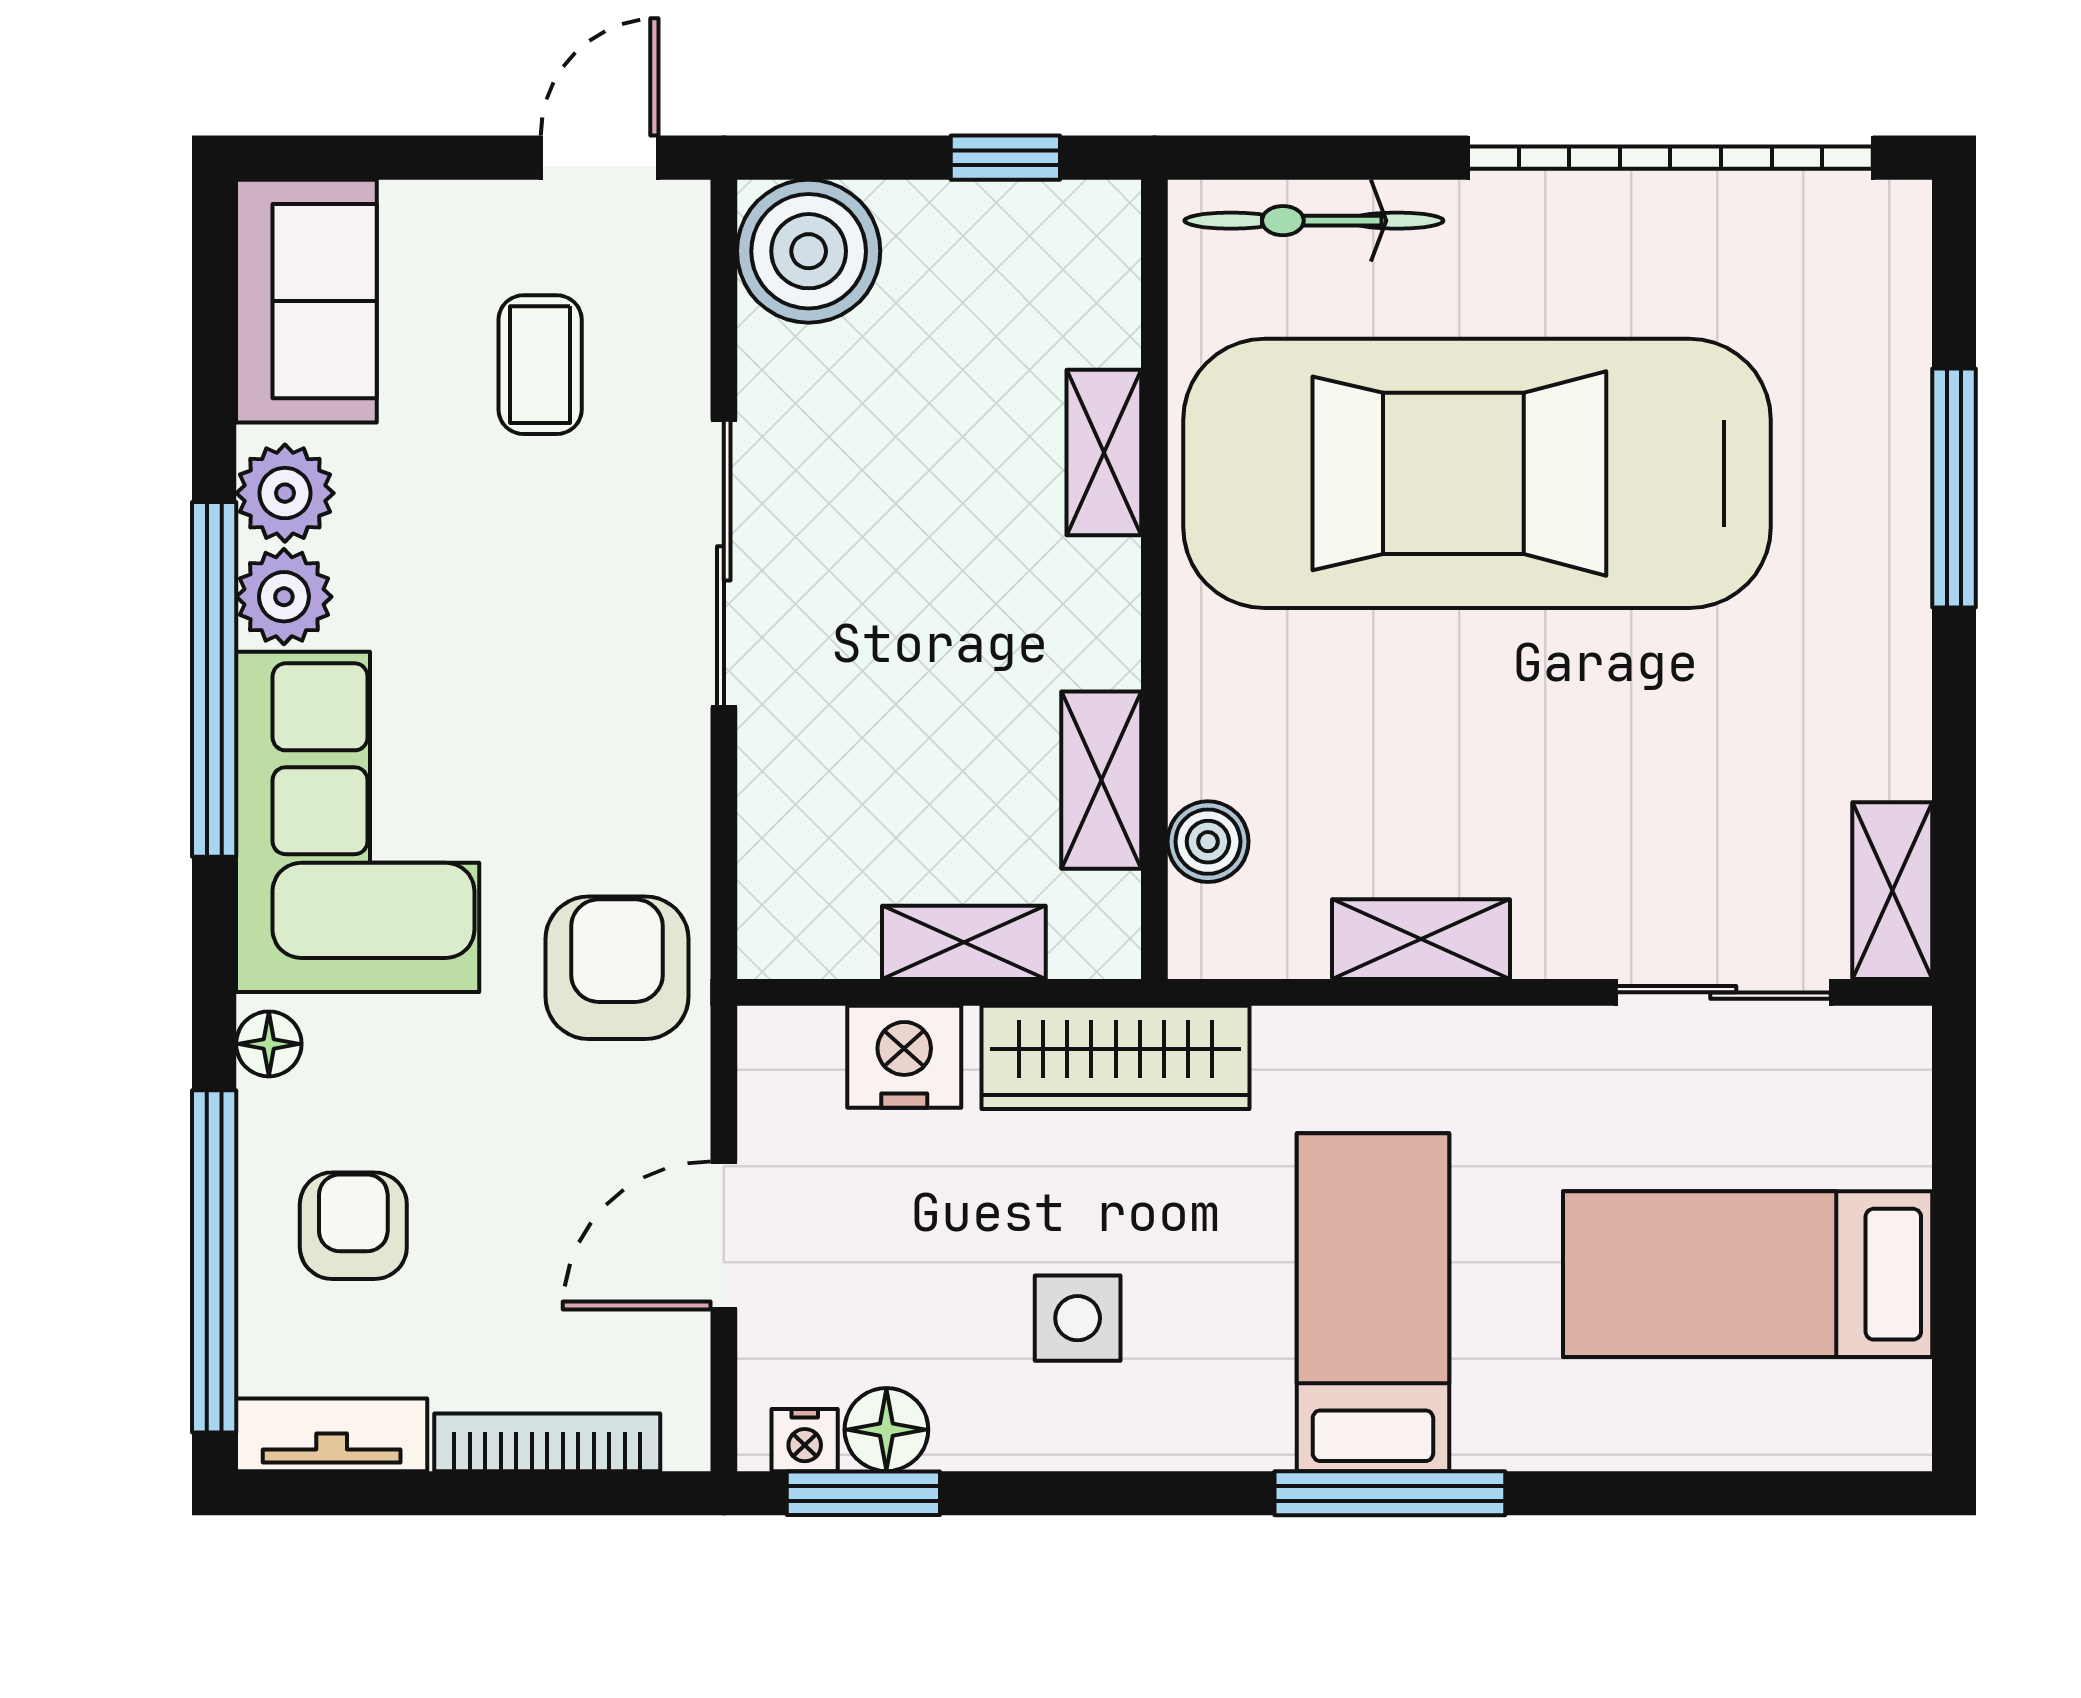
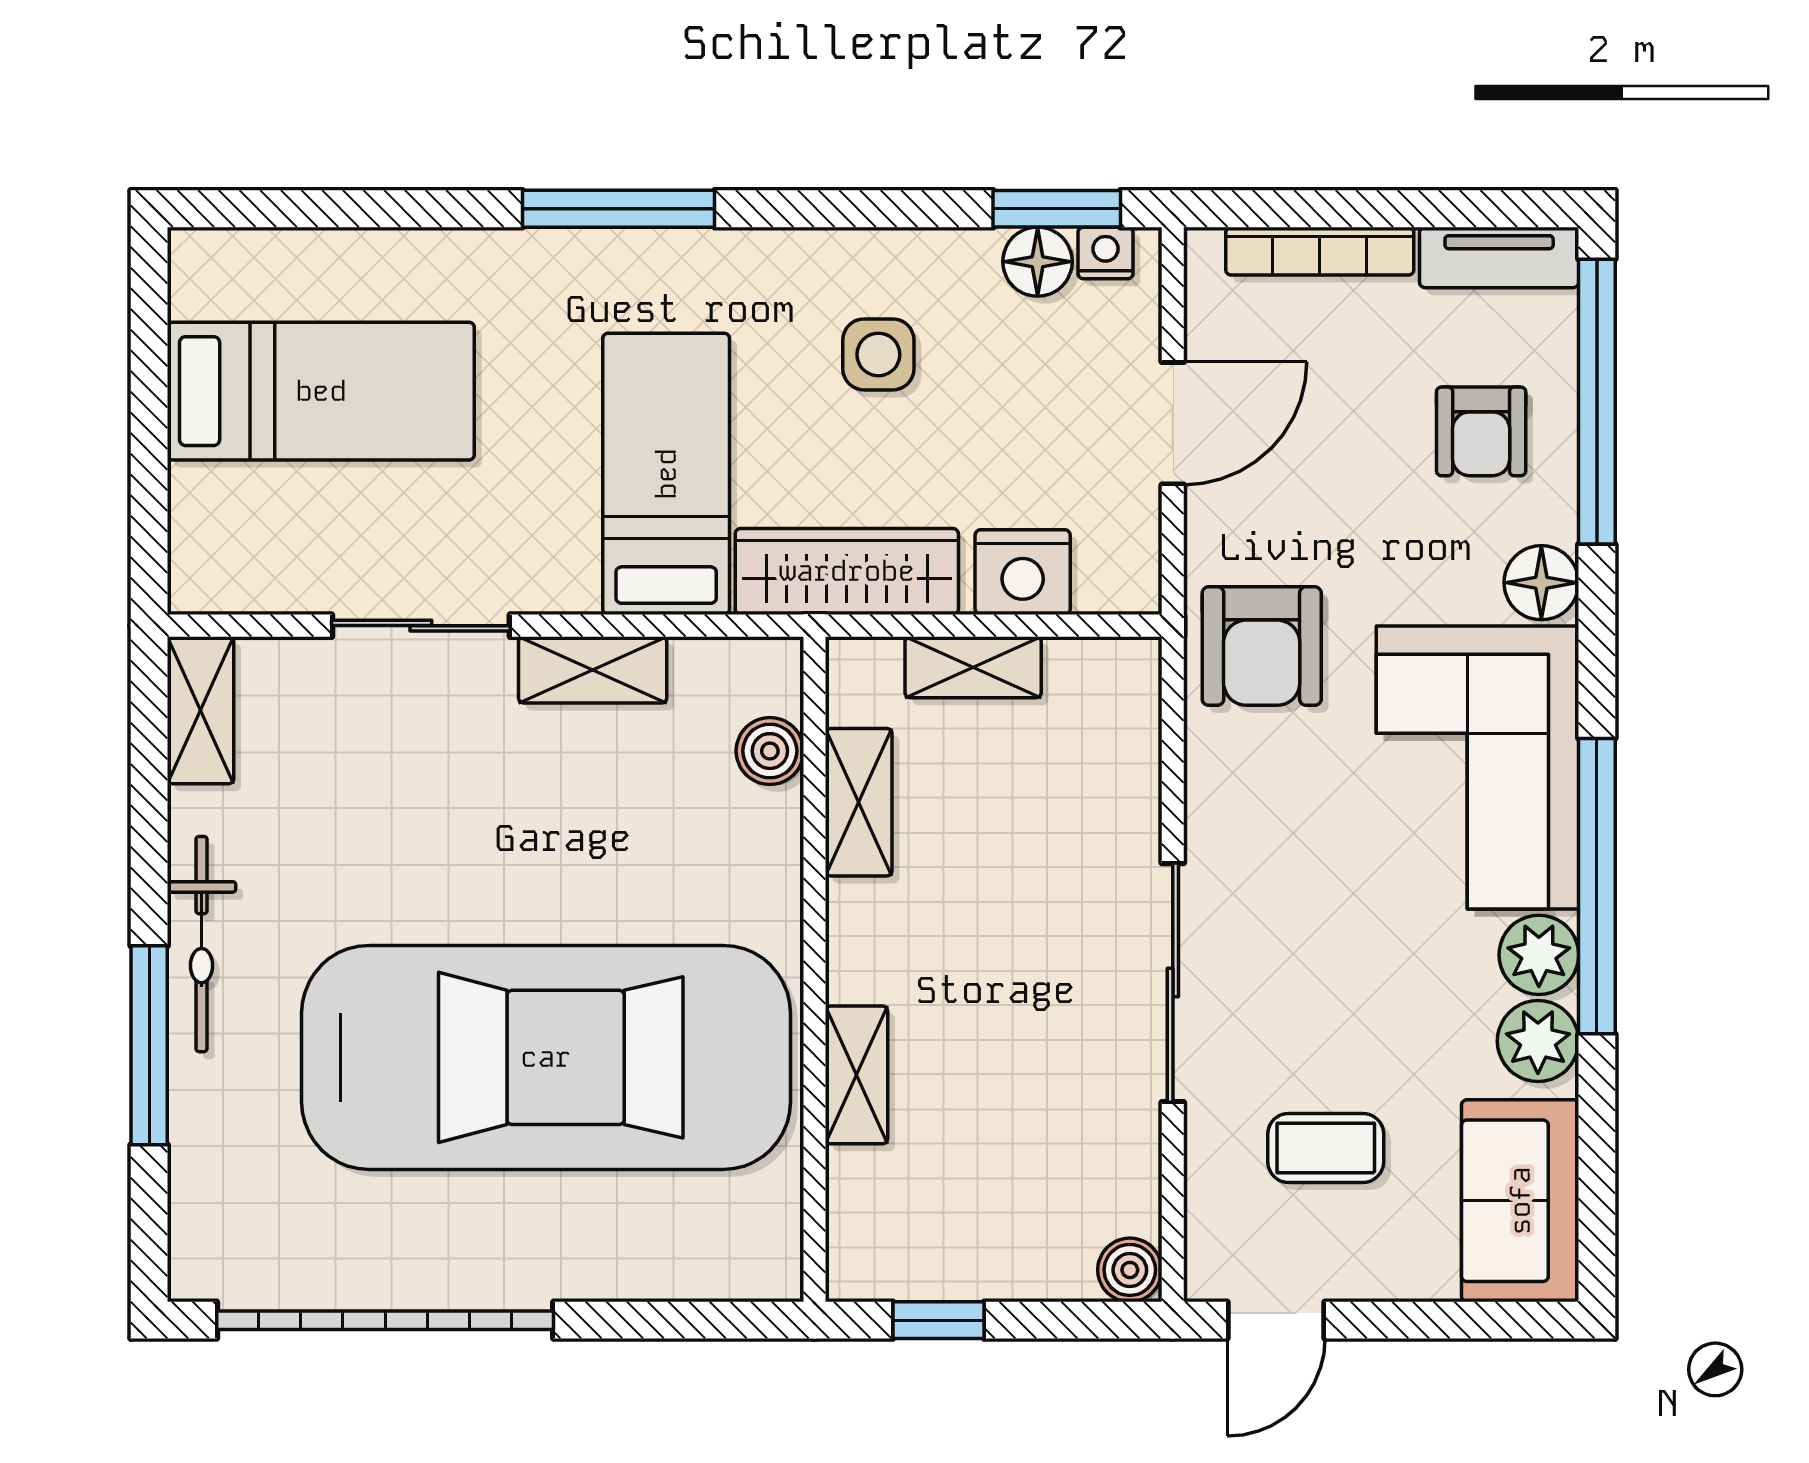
bicycle: (1314, 221) -> (201, 944), moved, turned 90
boiler: (809, 251) -> (1130, 1270), width x0.54, depth x0.54
coffee table: (540, 365) -> (1326, 1148), turned 90
sliding door: (1723, 992) -> (421, 626), moved
floor lamp: (269, 1044) -> (1541, 583), width x1.37, depth x1.37
bed: (1373, 1302) -> (666, 474), moved, turned 180

